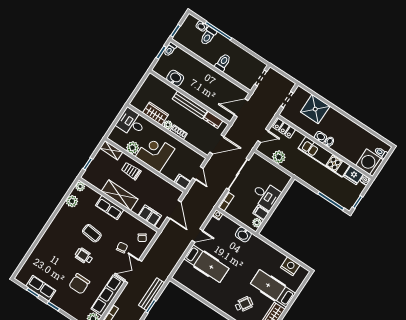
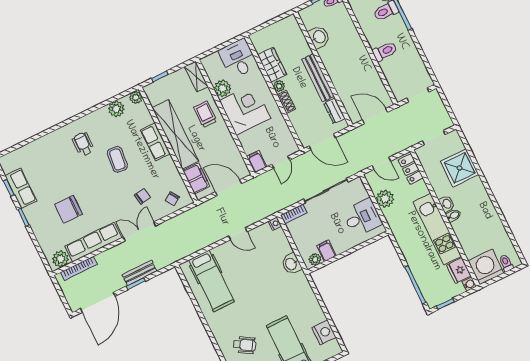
shelving: (120, 195) -> (175, 134), width x1.47
desk: (266, 195) -> (362, 217), moved, turned -90
door: (174, 209) -> (228, 188), swing flipped
wheelchair: (84, 256) -> (83, 144), moved
hospital bed: (206, 264) -> (212, 281), moved
bench: (152, 294) -> (140, 273), width x0.73

